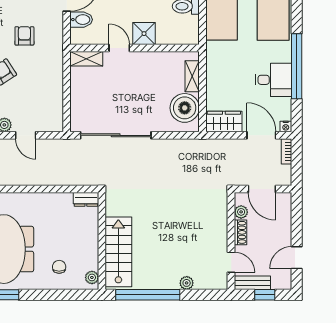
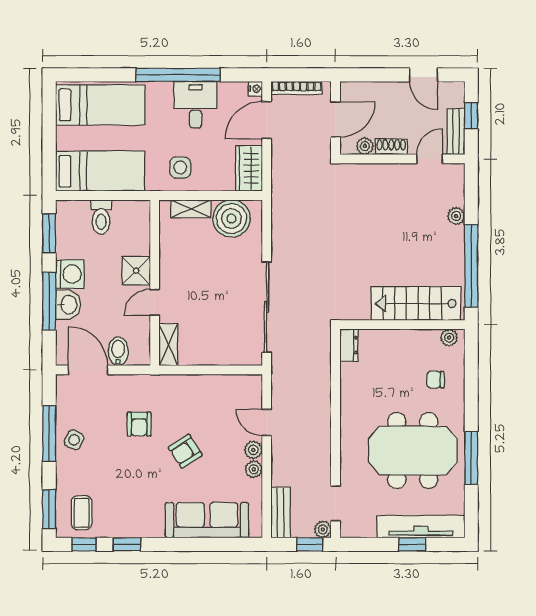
armchair: (24, 36) -> (139, 424), turned -90
side table: (224, 68) -> (180, 167), added
door: (26, 135) -> (267, 422), swing flipped
bookcase: (286, 151) -> (297, 88), width x1.56

